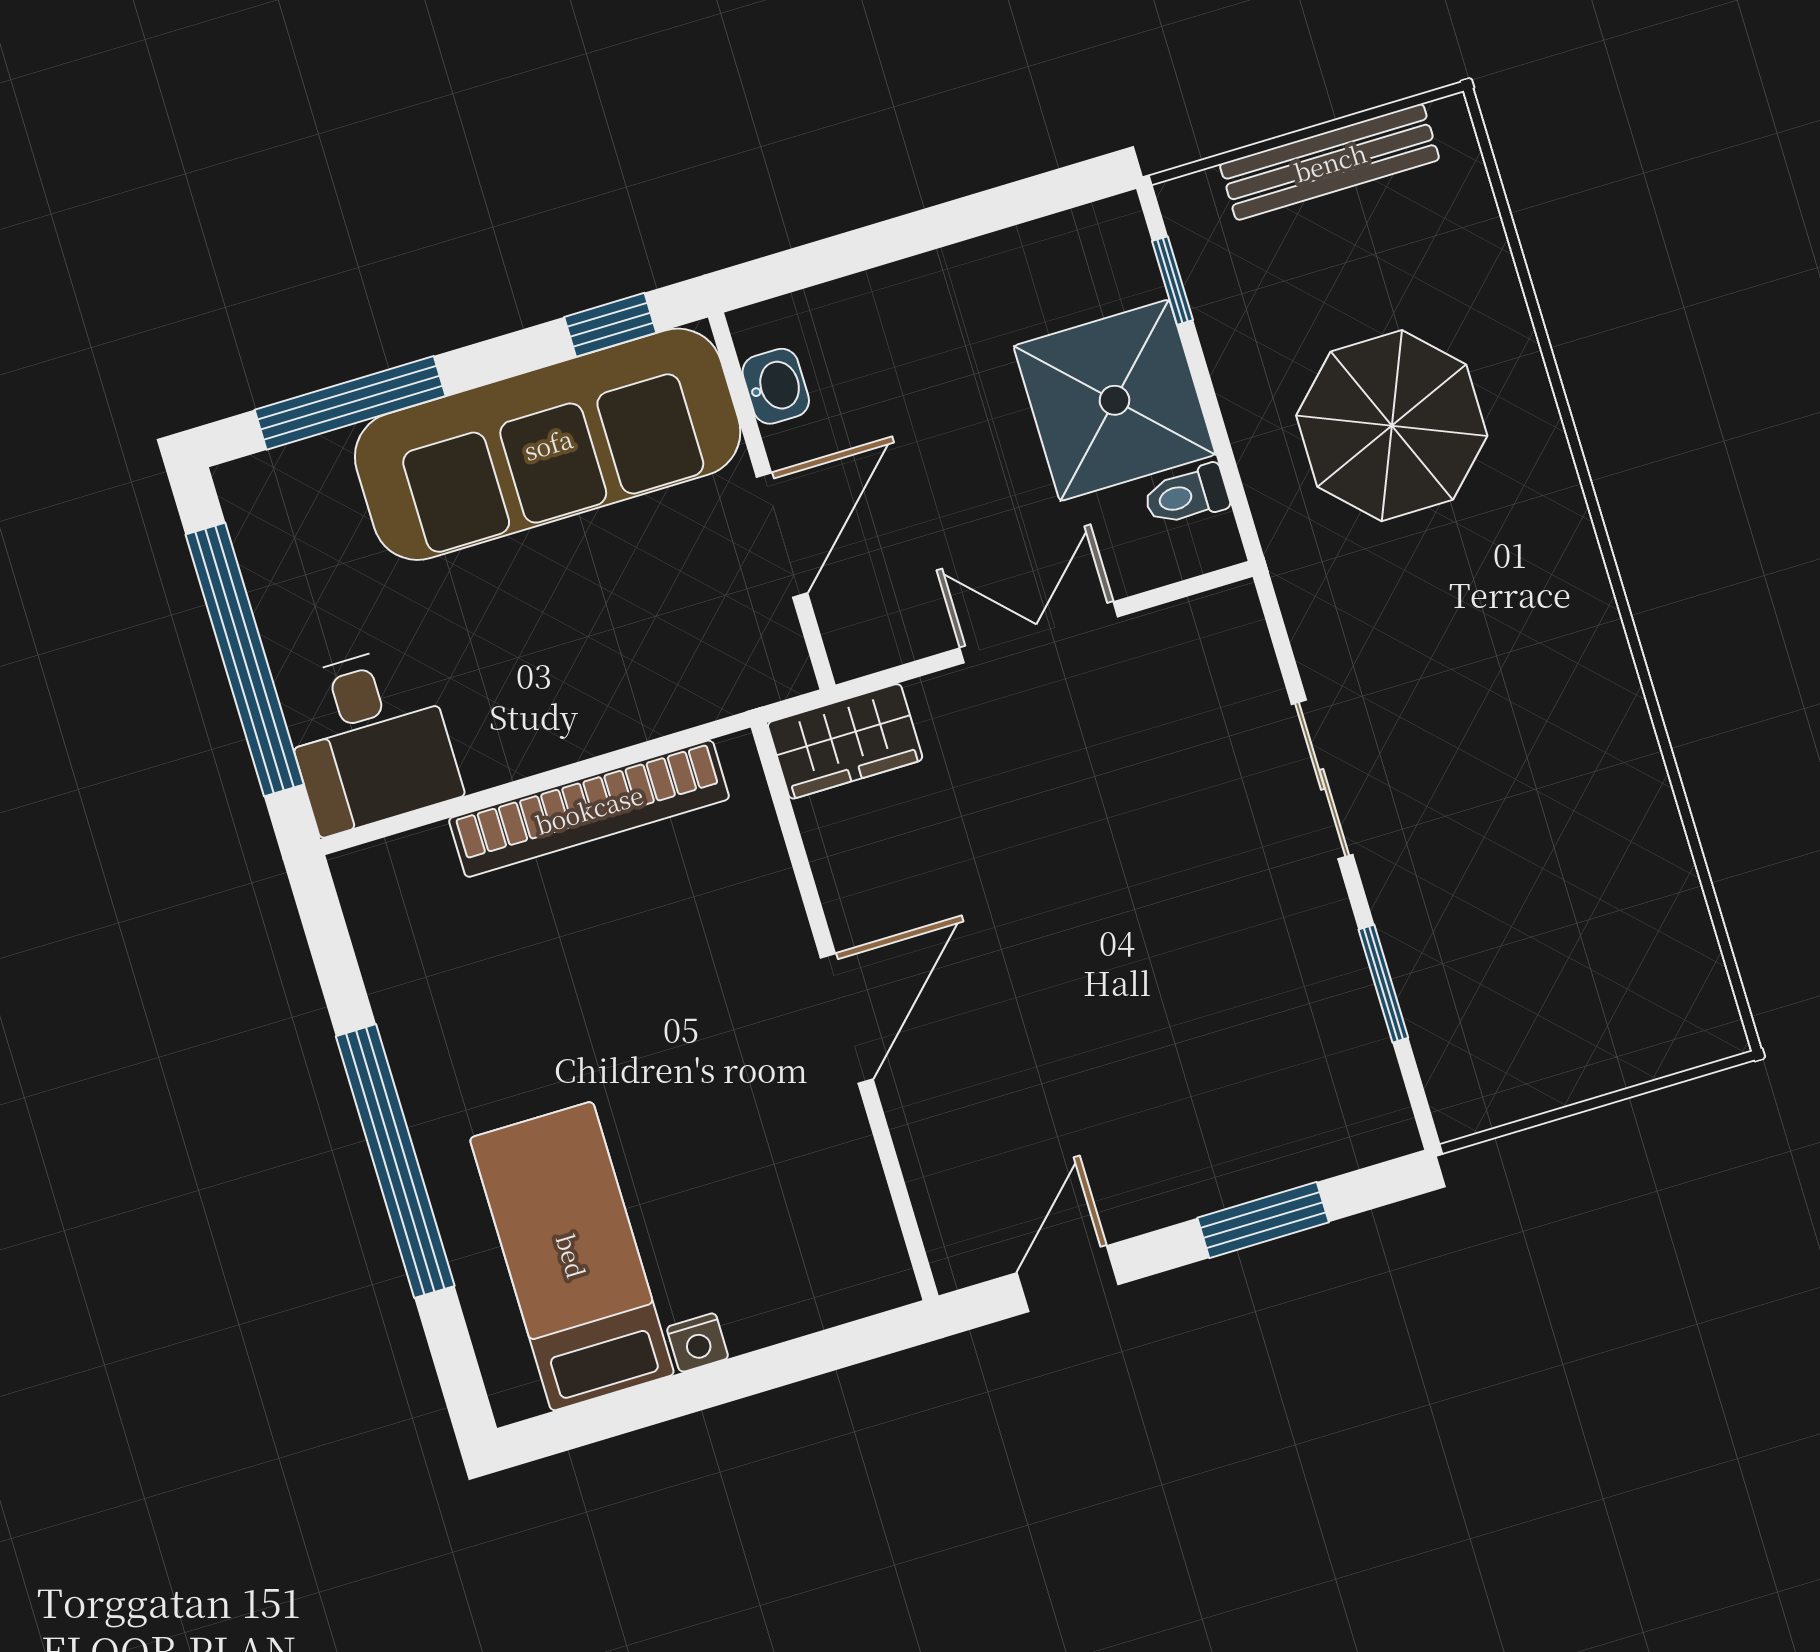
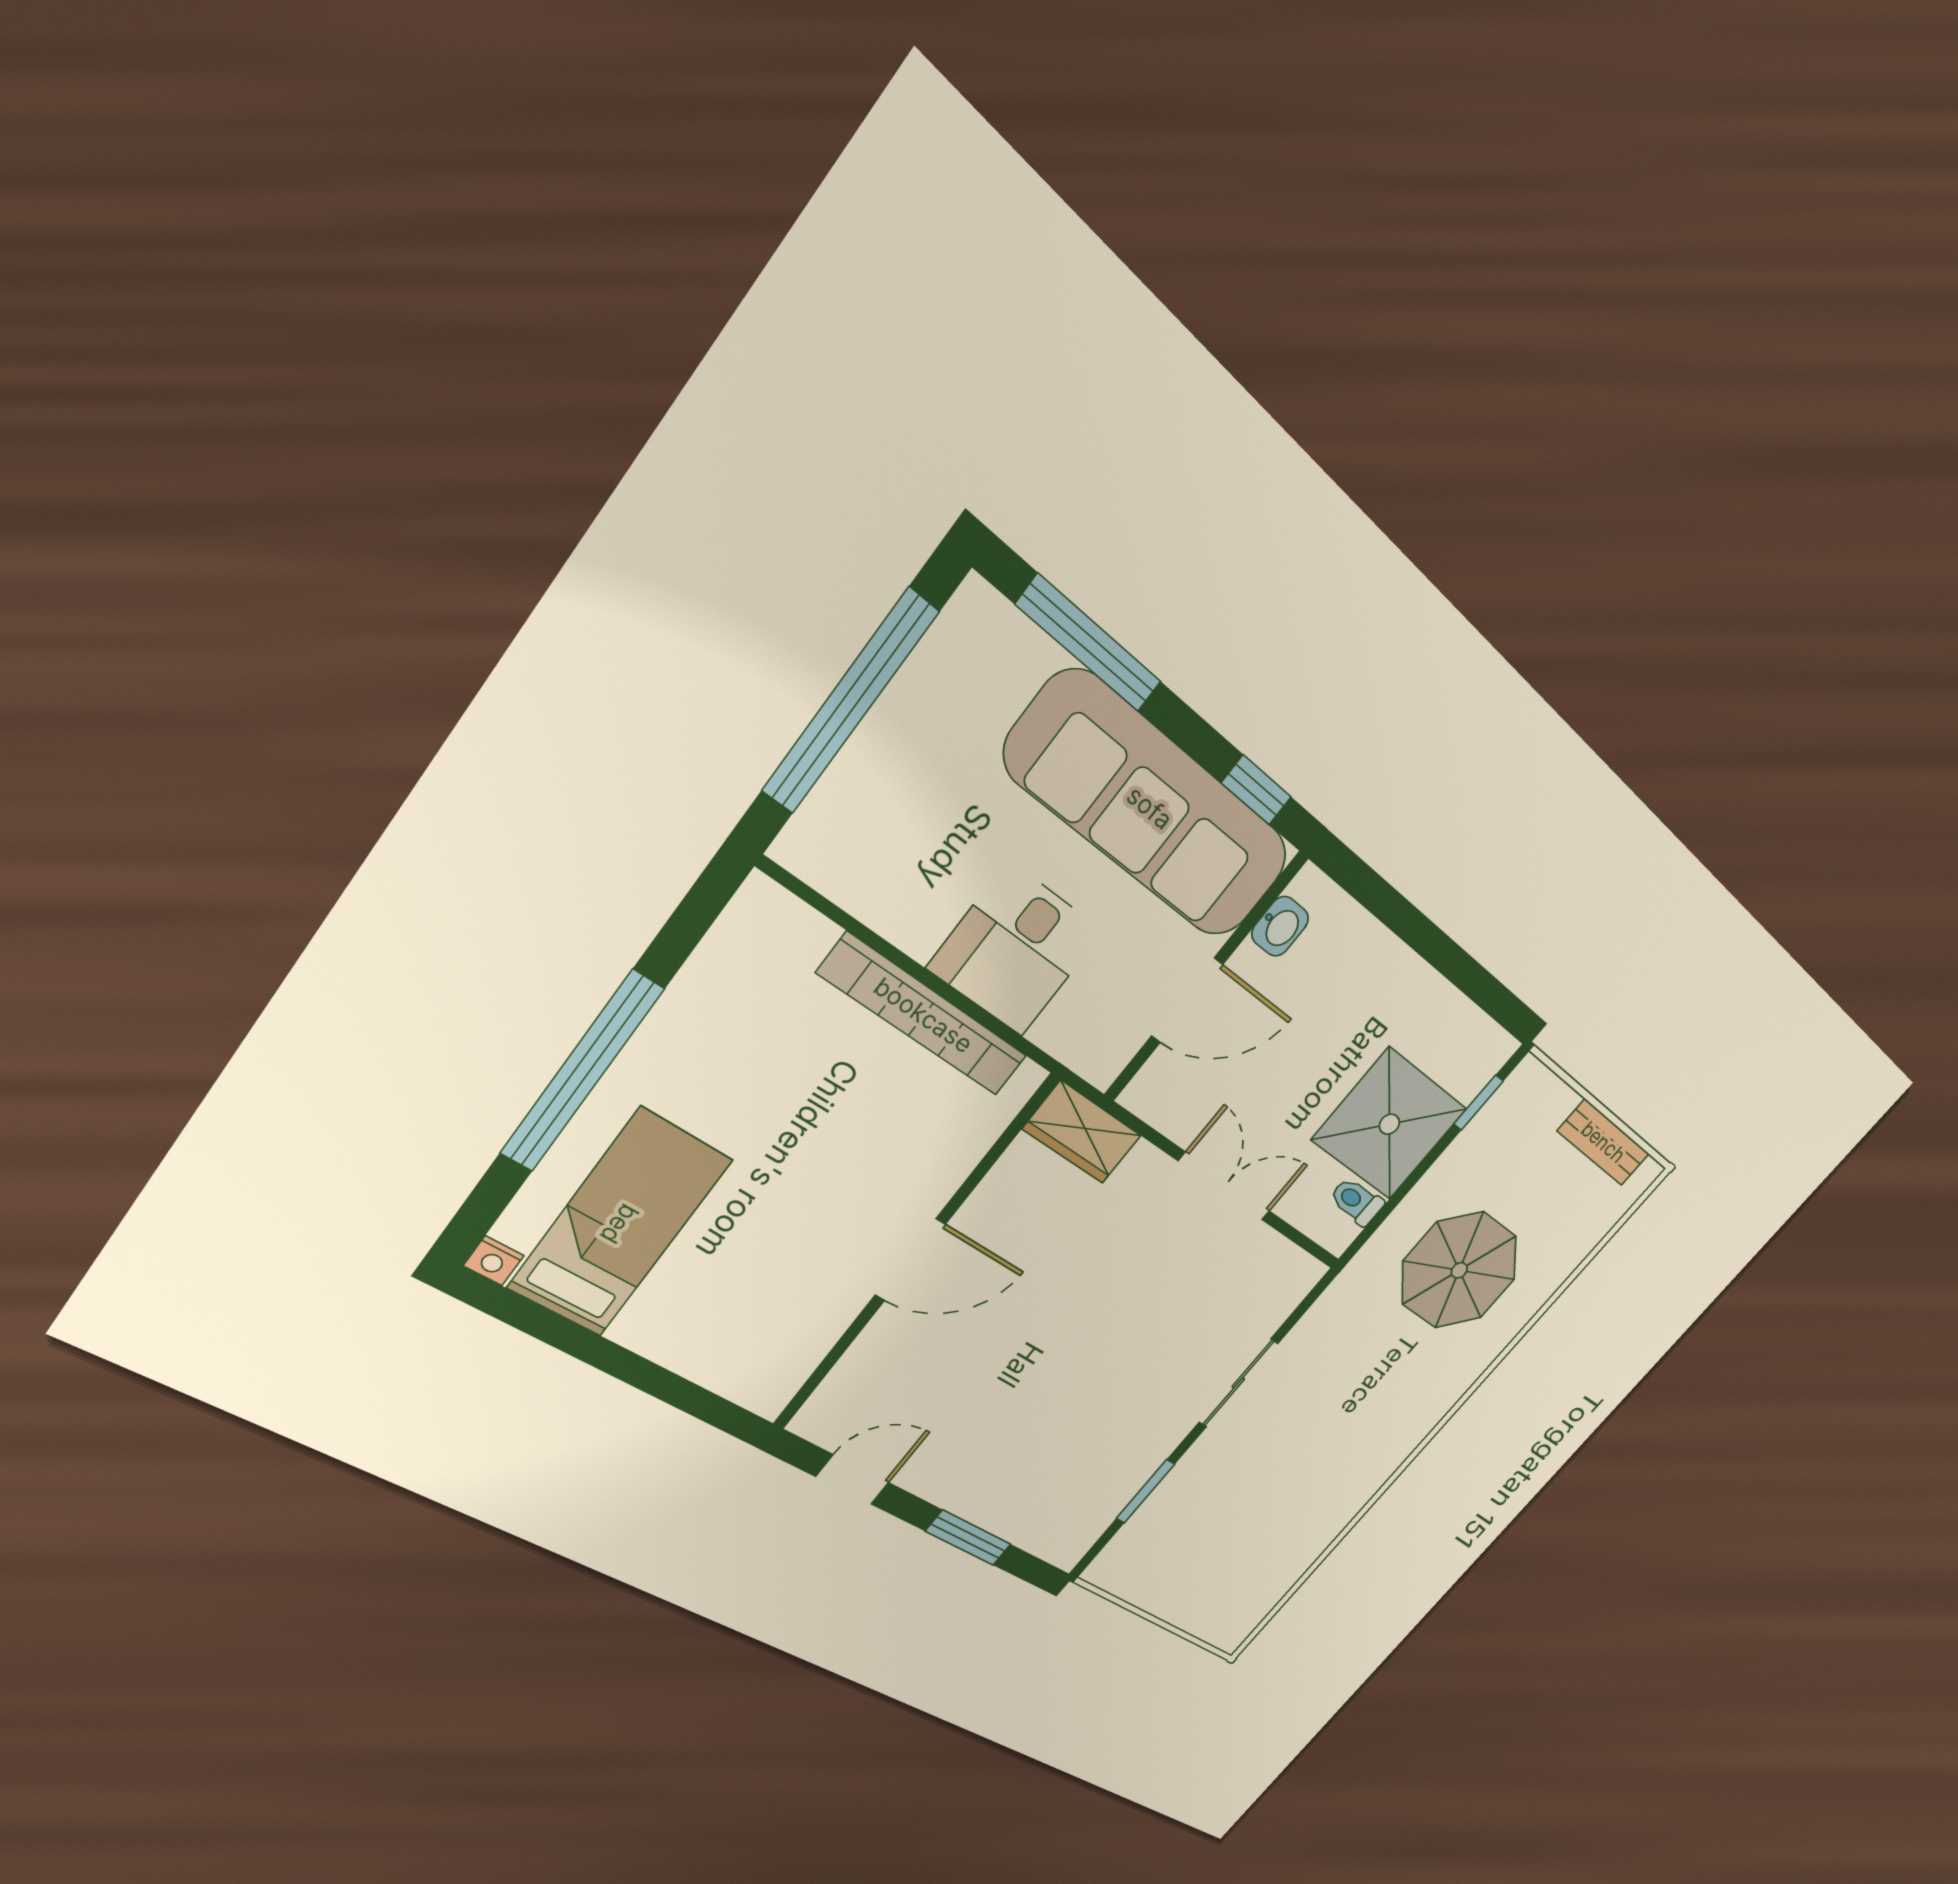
bench: (1330, 162) -> (1604, 1142), width x0.73
desk: (370, 739) -> (1015, 950), moved
nightstand: (698, 1343) -> (494, 1261), moved

